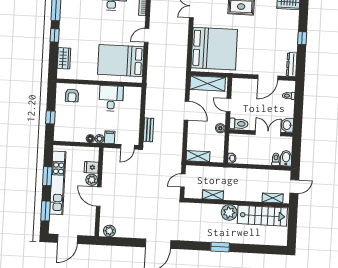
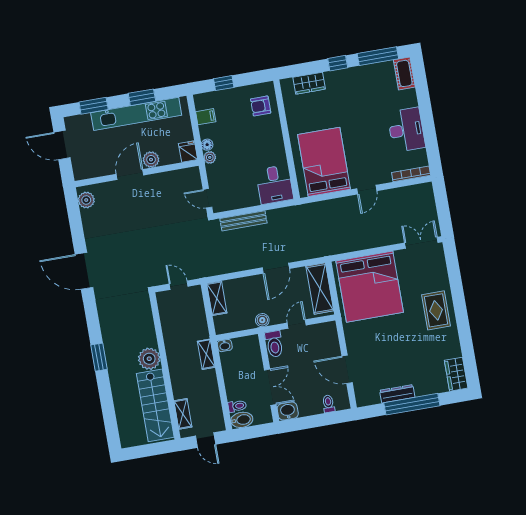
door: (147, 35) -> (367, 190), swing flipped
window: (302, 38) -> (412, 404), width x3.17
dresser: (292, 65) -> (397, 394), moved
desk: (111, 98) -> (275, 185), moved, turned 90
bench: (148, 130) -> (243, 221), width x1.36
filing cabinet: (110, 137) -> (206, 117), moved
fridge: (91, 167) -> (188, 152), moved
shelving: (213, 195) -> (206, 354), moved

